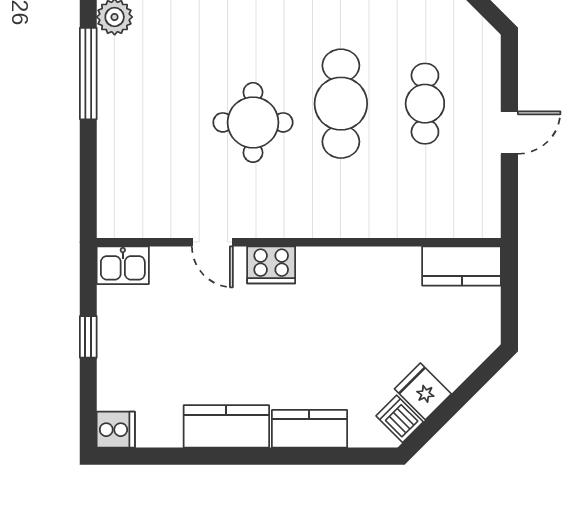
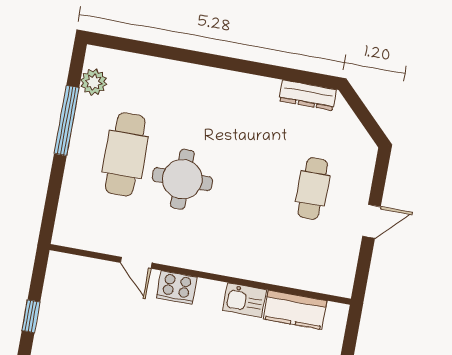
cafe table: (341, 104) -> (125, 154), moved
kitchen sink: (123, 265) -> (245, 300), moved
kitchen counter: (462, 266) -> (295, 310), moved

